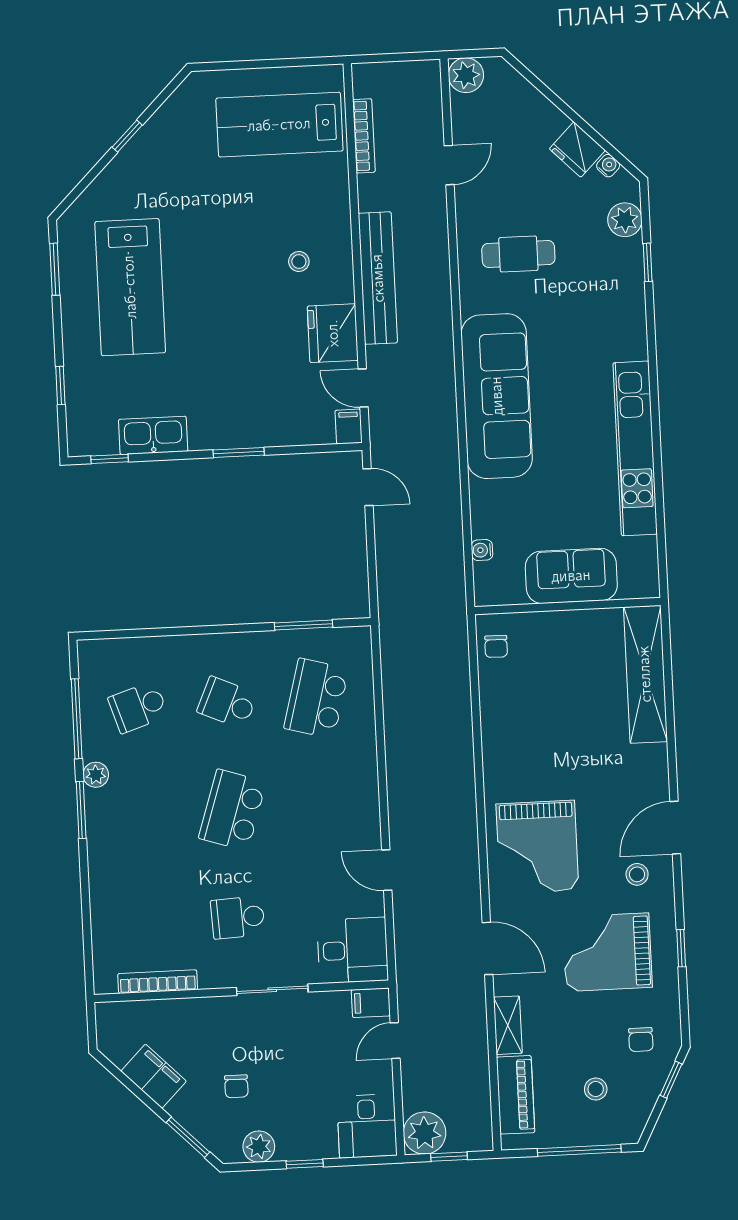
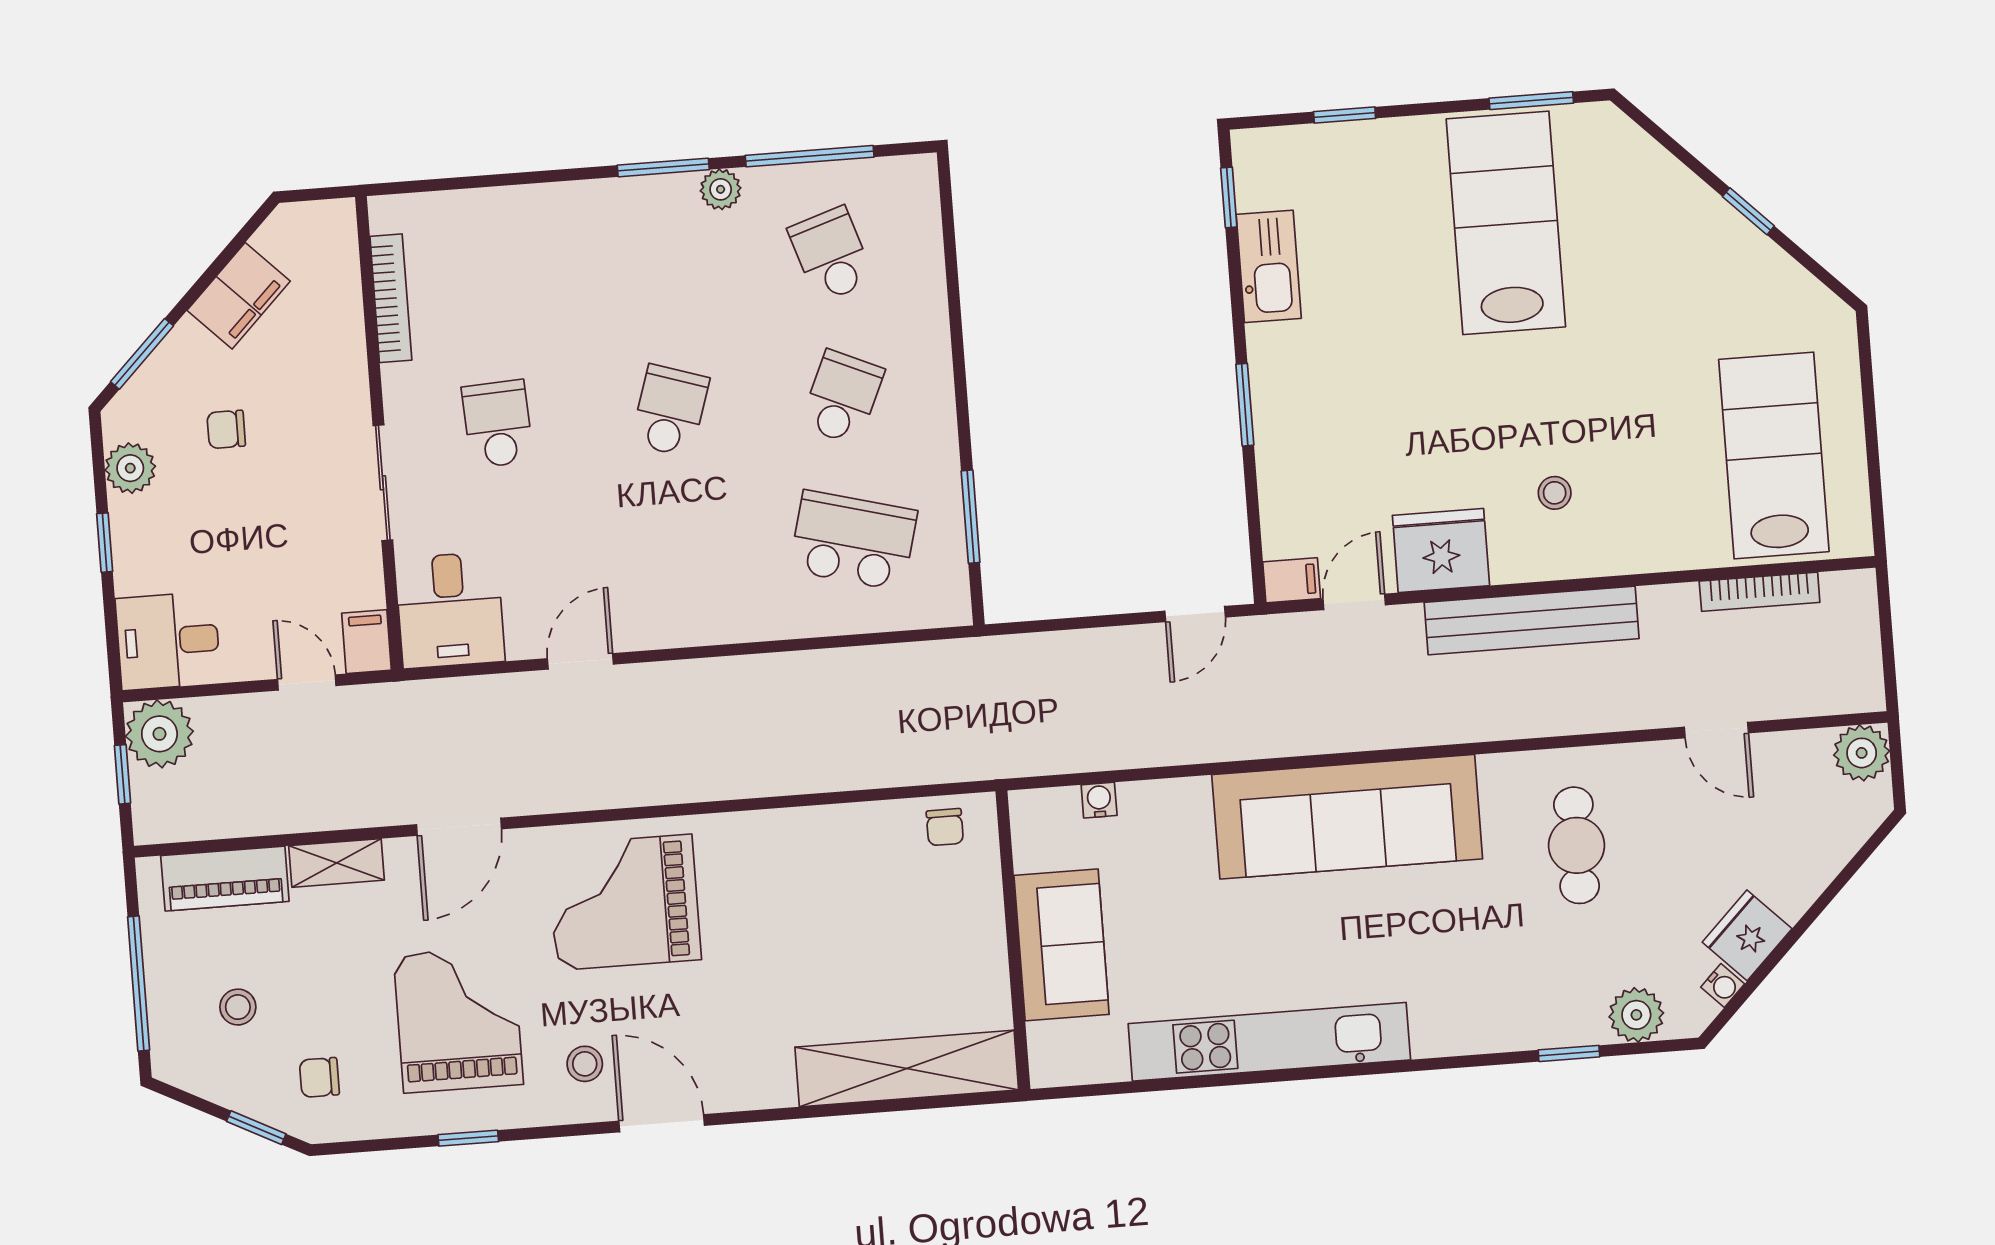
lab bench: (130, 287) -> (1506, 223), turned 90
chair: (496, 646) -> (945, 827), turned -91
school desk: (232, 810) -> (670, 411), width x0.54

